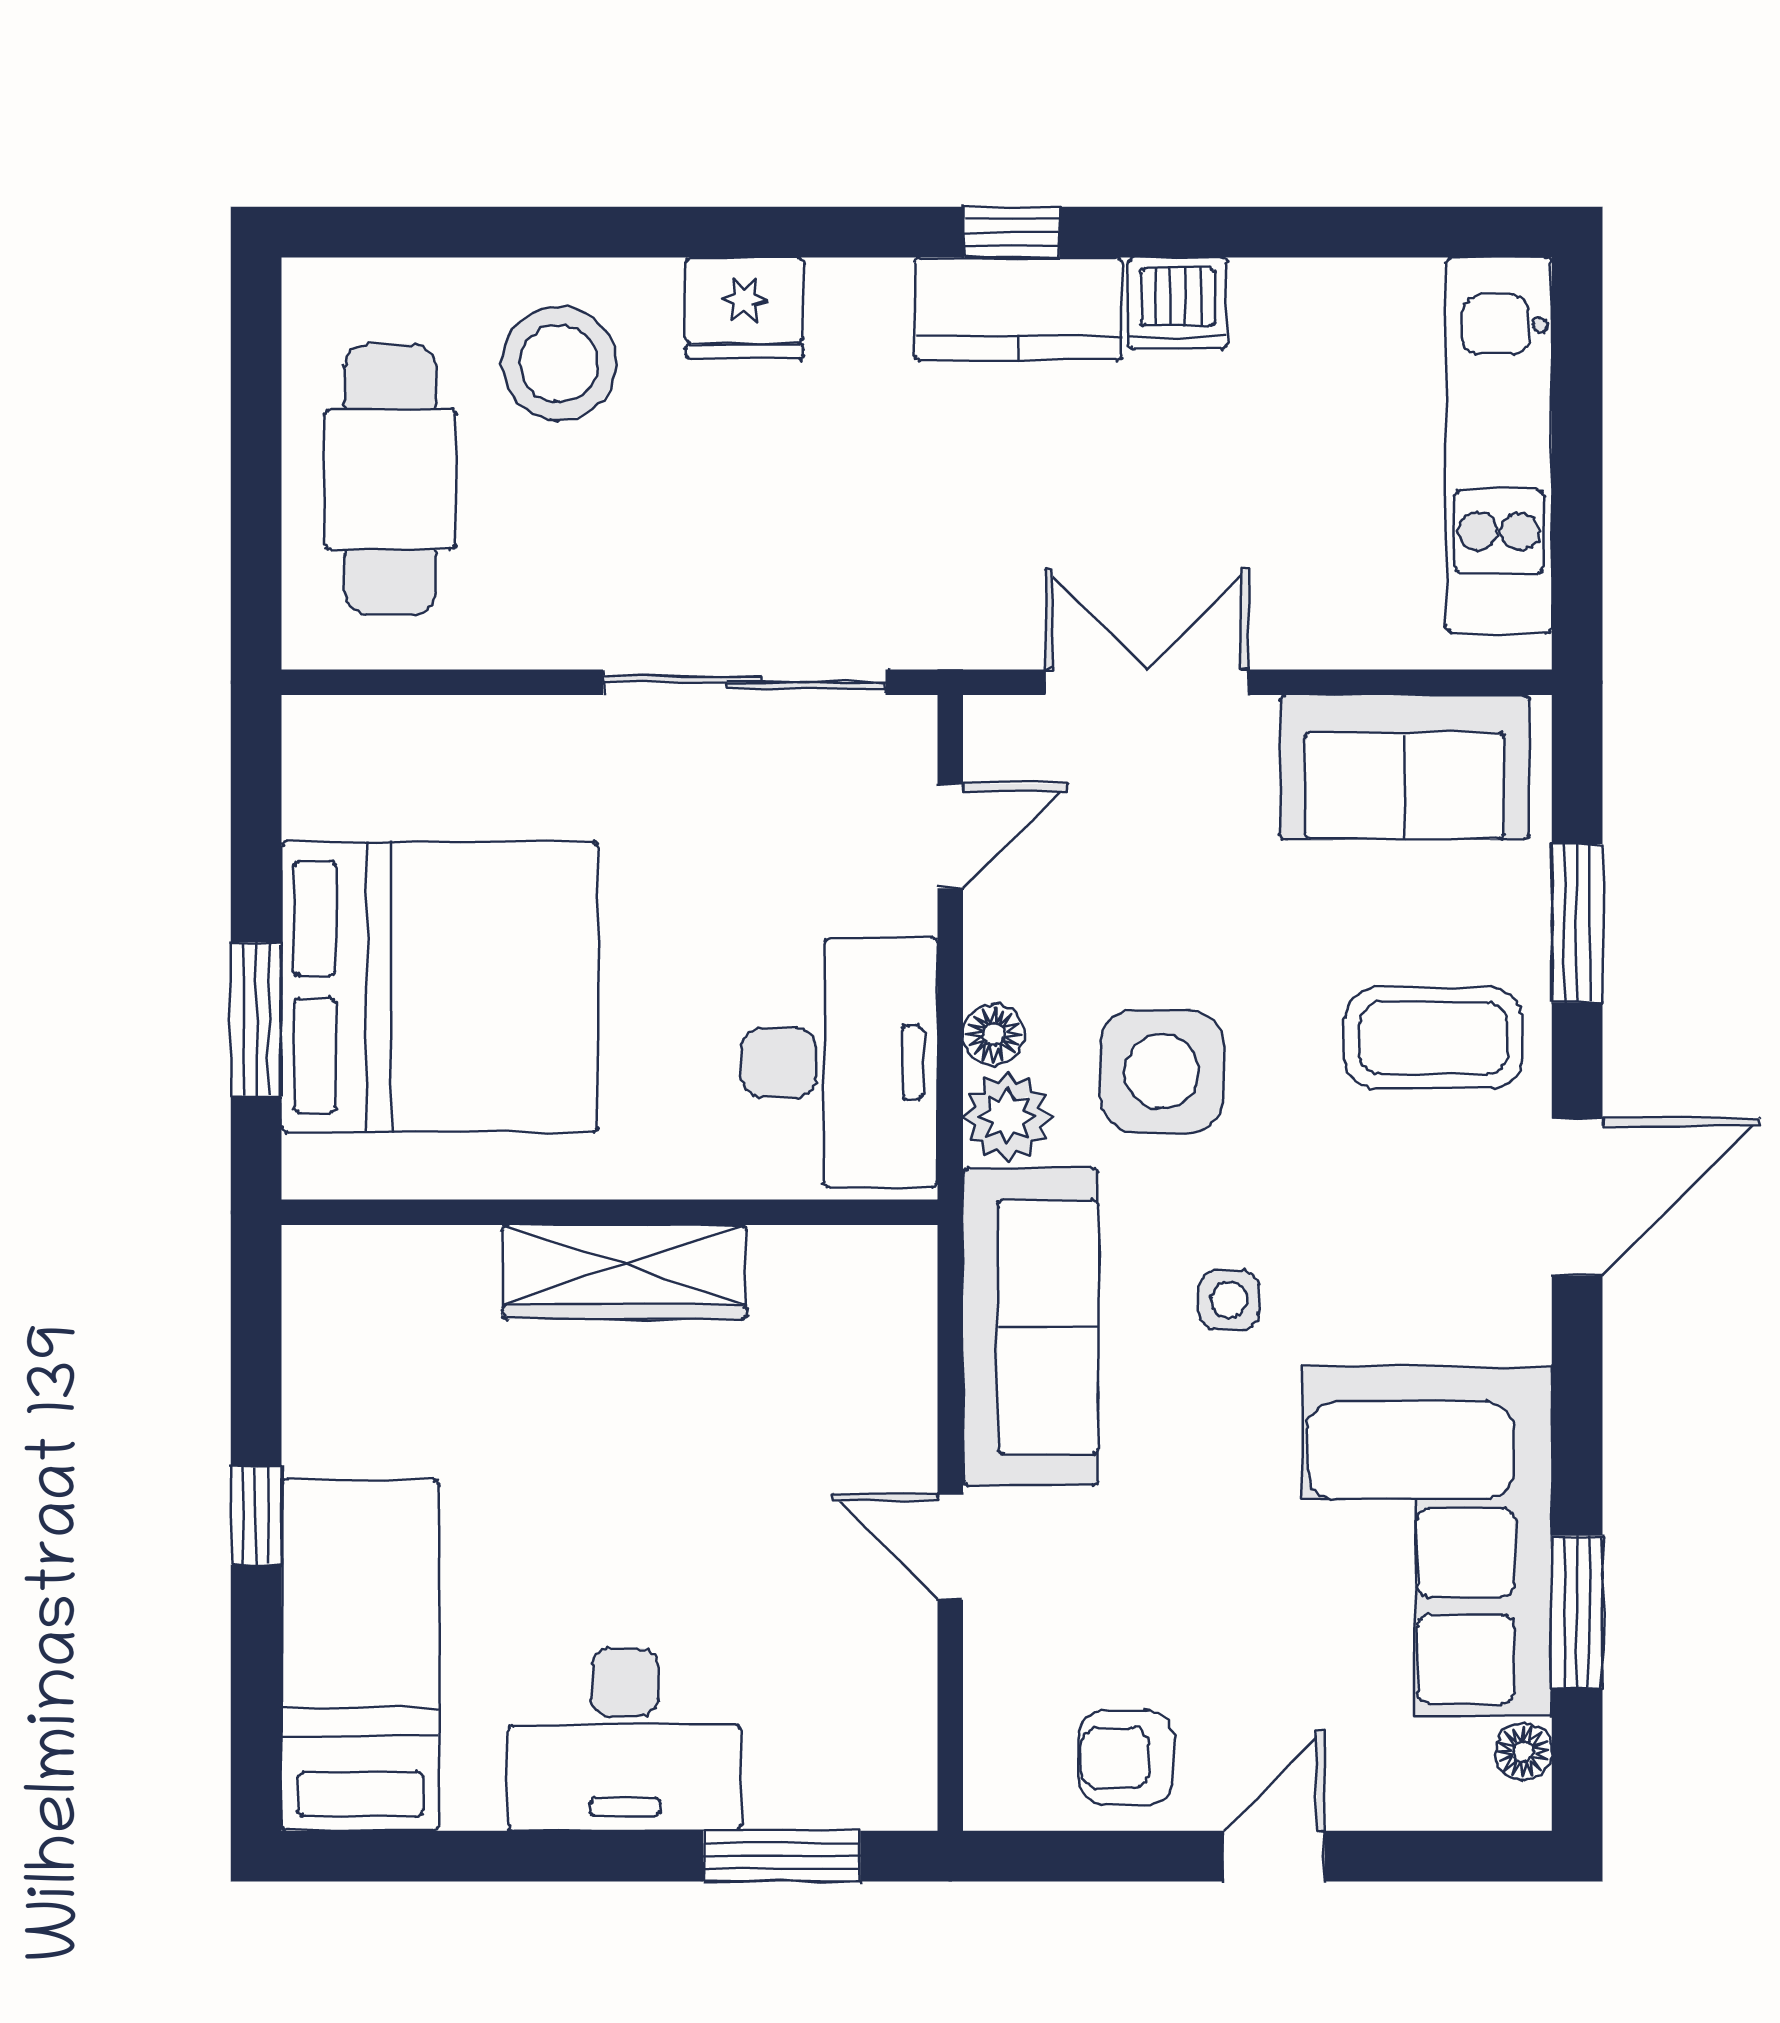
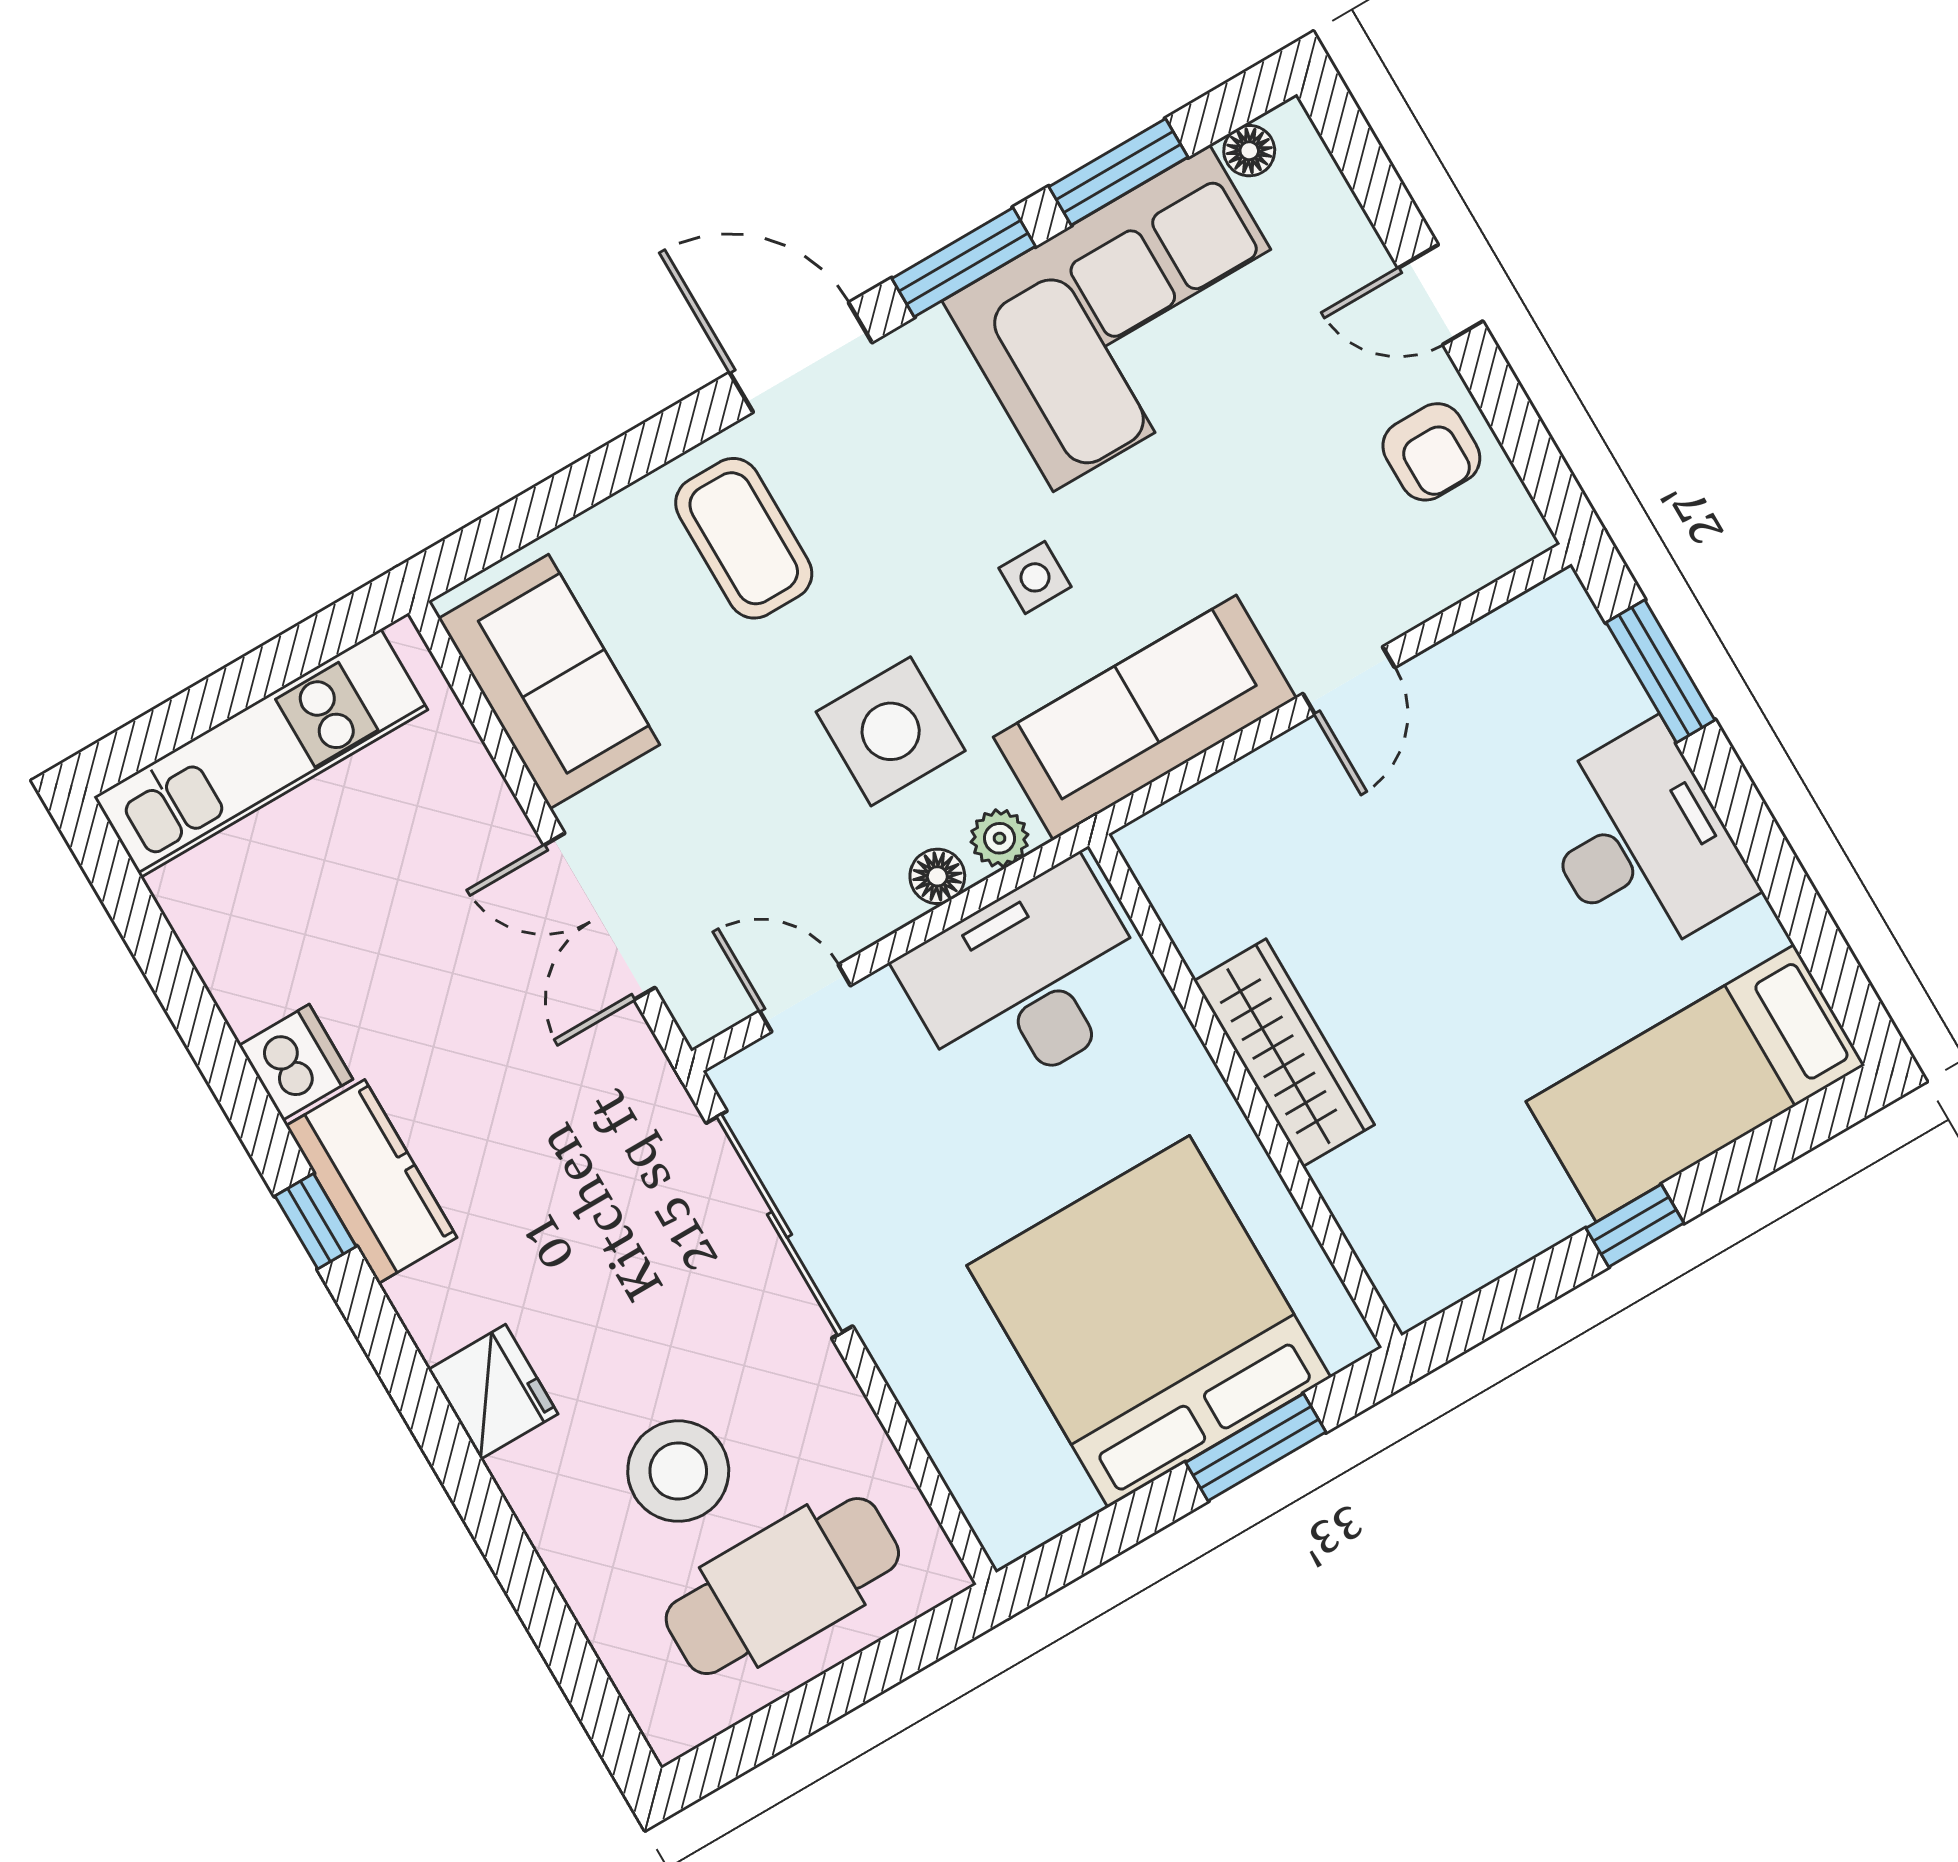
stool: (559, 363) -> (678, 1471), moved
window: (1577, 923) -> (964, 262), moved
plant: (1008, 1117) -> (1000, 838), width x0.73, depth x0.73

